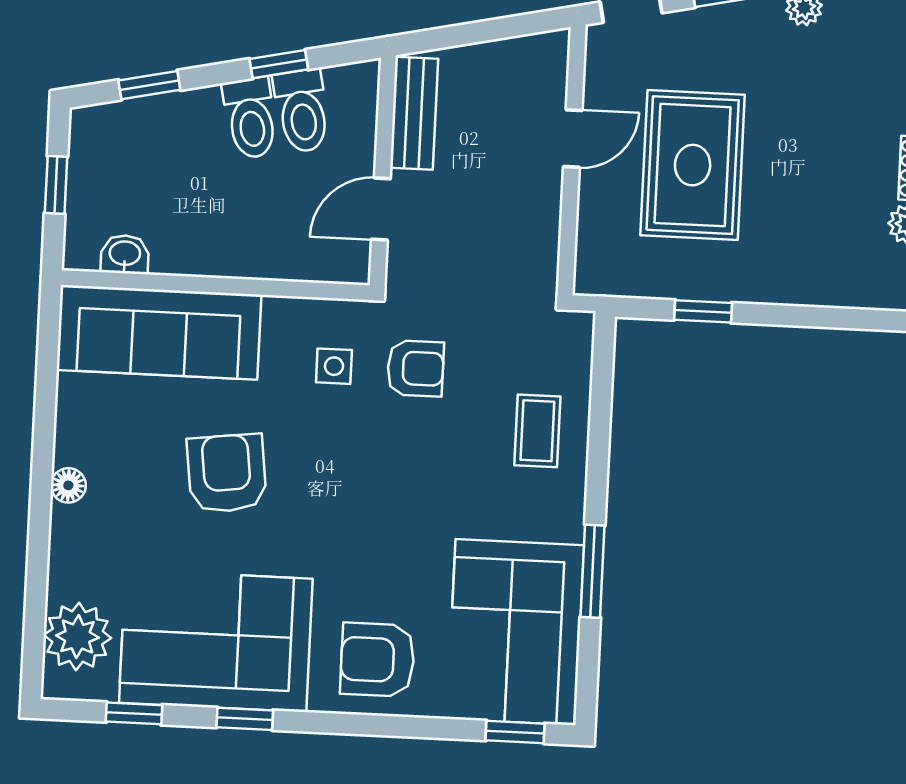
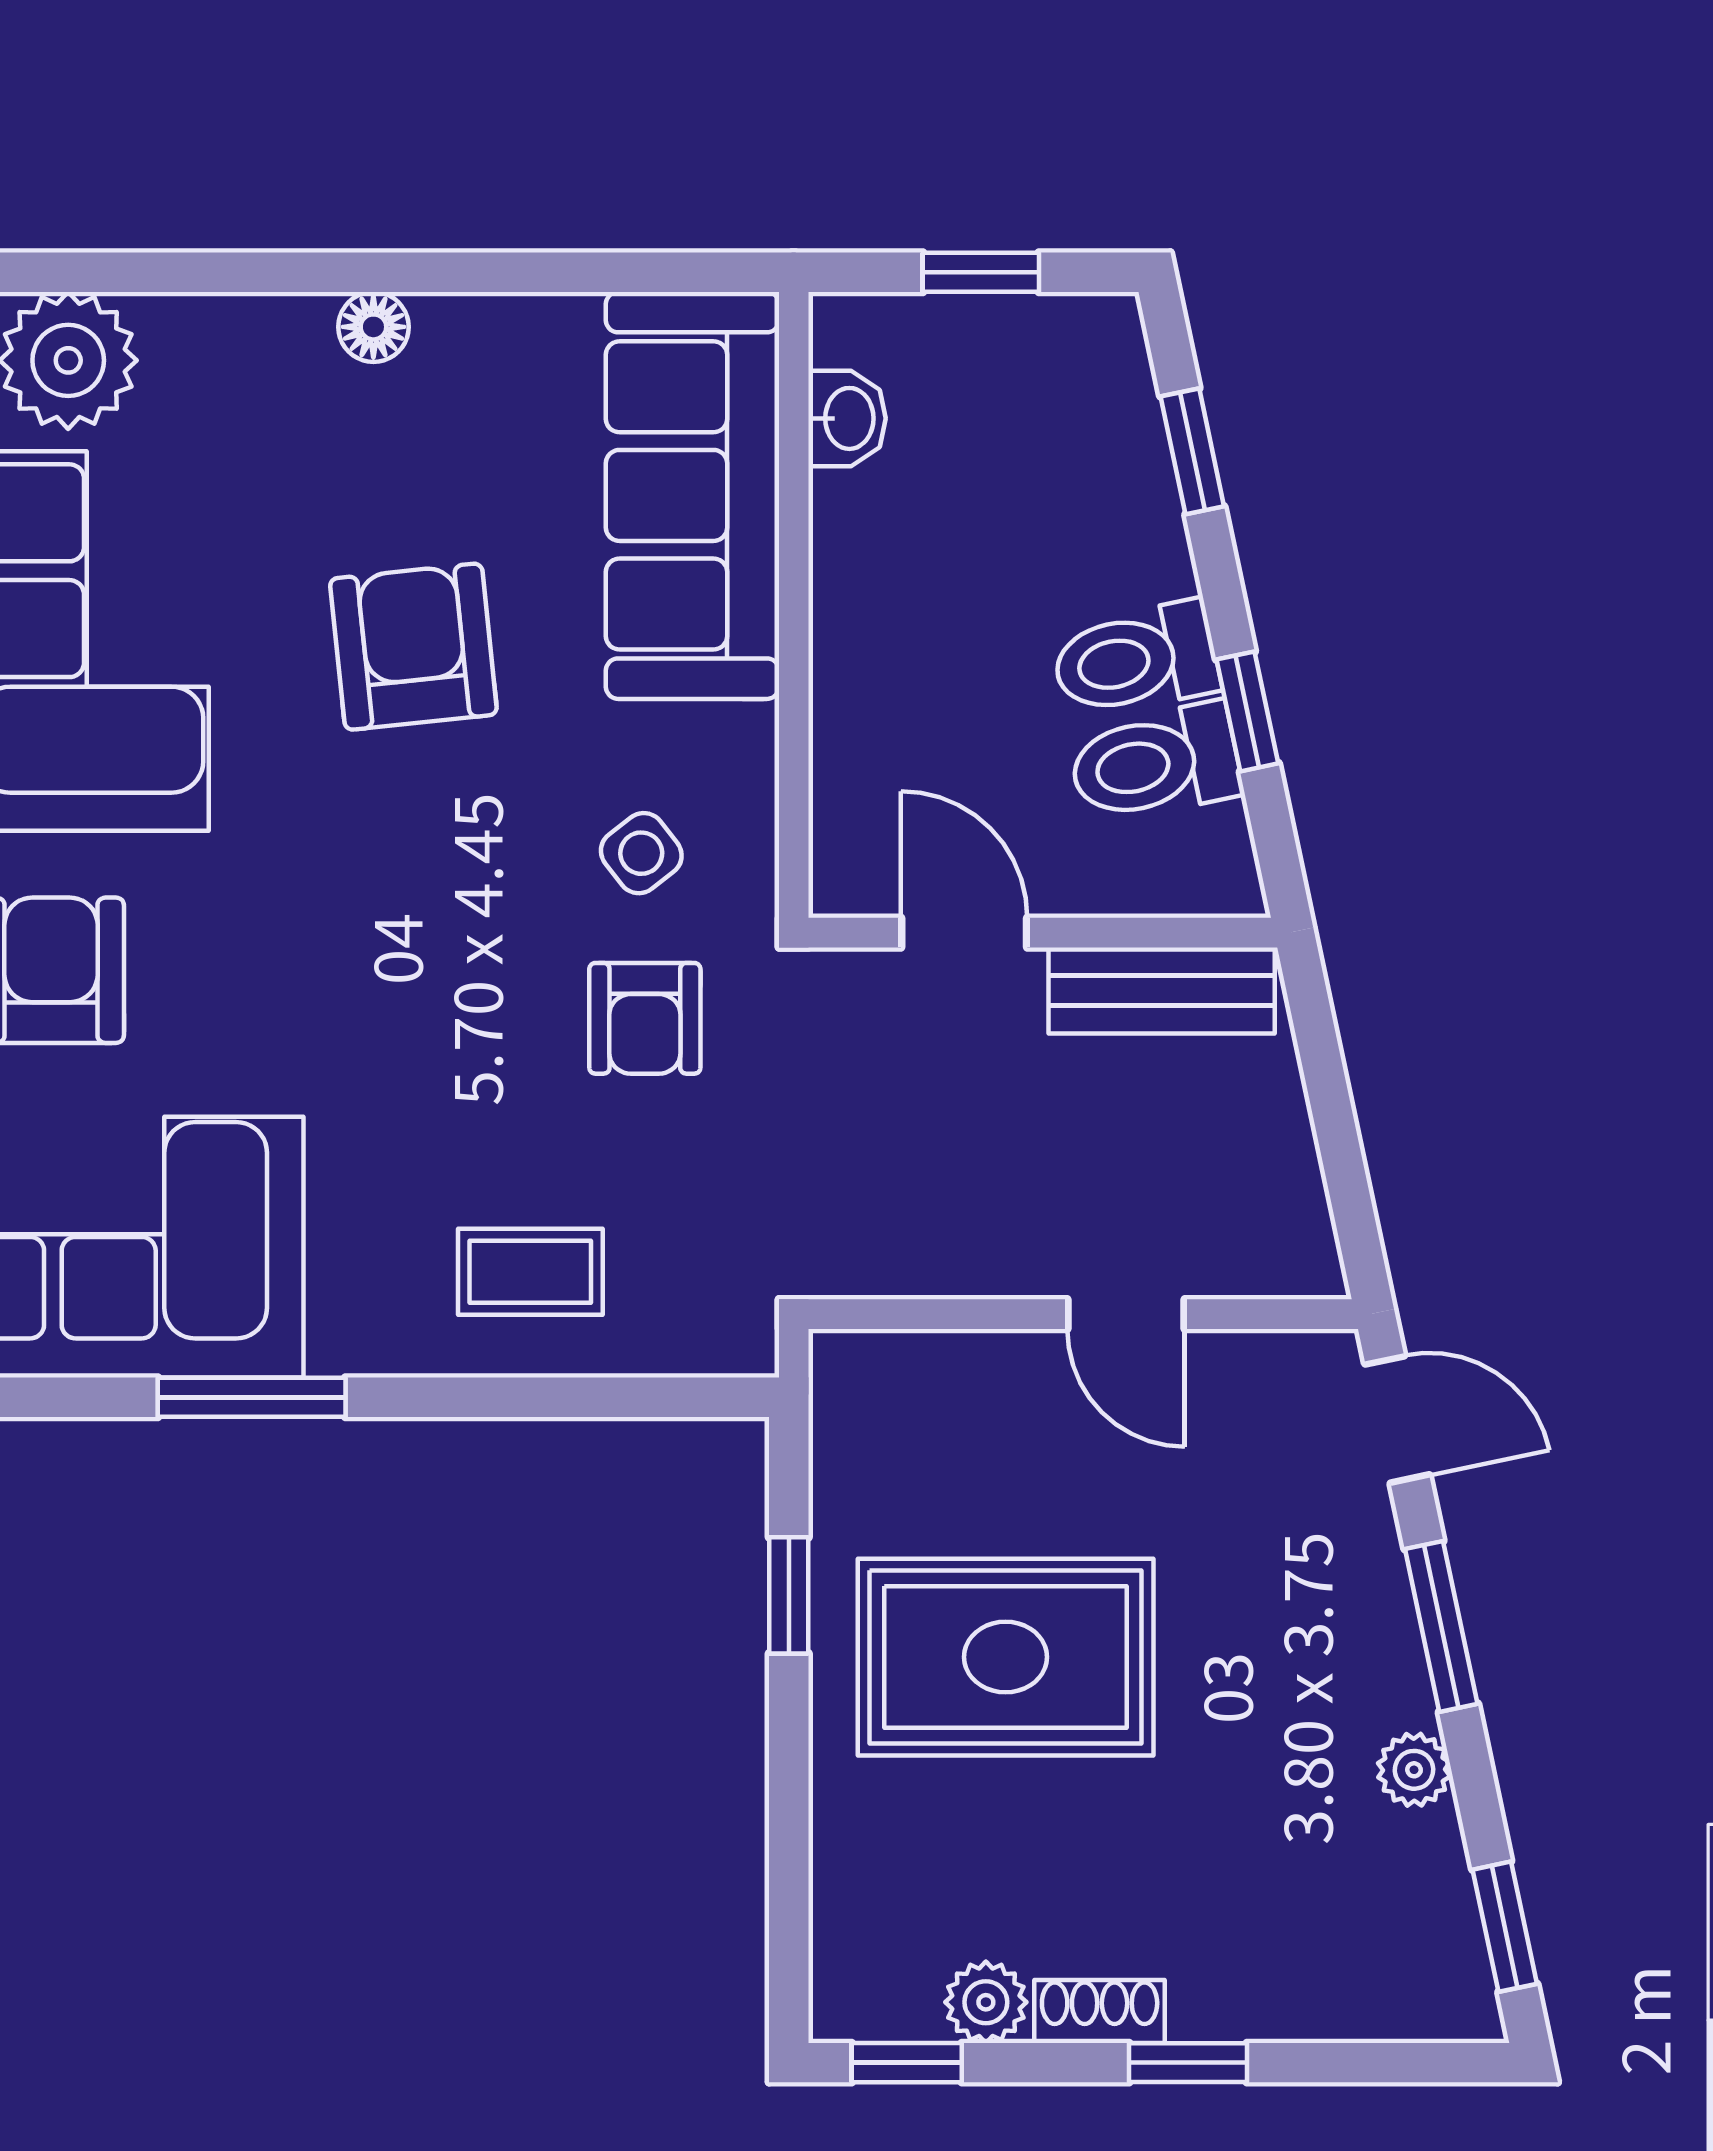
rug: (693, 165) -> (1006, 1657), moved
side table: (334, 366) -> (641, 853), turned -38
armchair: (227, 473) -> (413, 647), turned -89

